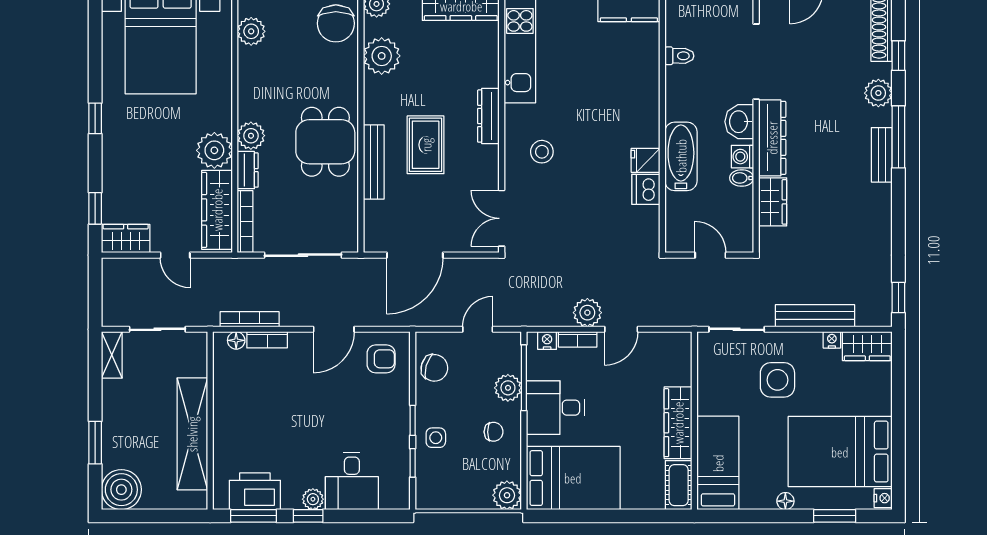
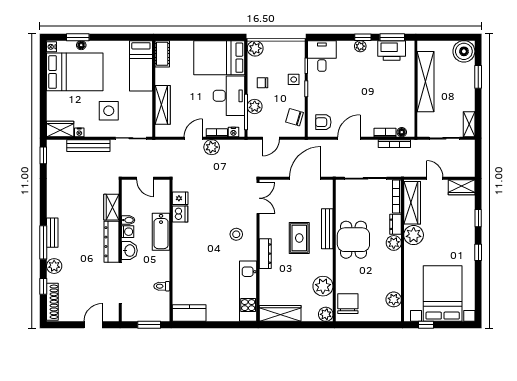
fridge: (646, 160) -> (180, 198), moved
window: (95, 208) -> (478, 218), moved
desk: (555, 408) -> (229, 96), width x1.37
wardrobe: (678, 423) -> (163, 105), moved
desk: (352, 481) -> (322, 56), moved
floor lamp: (785, 501) -> (81, 45), moved

